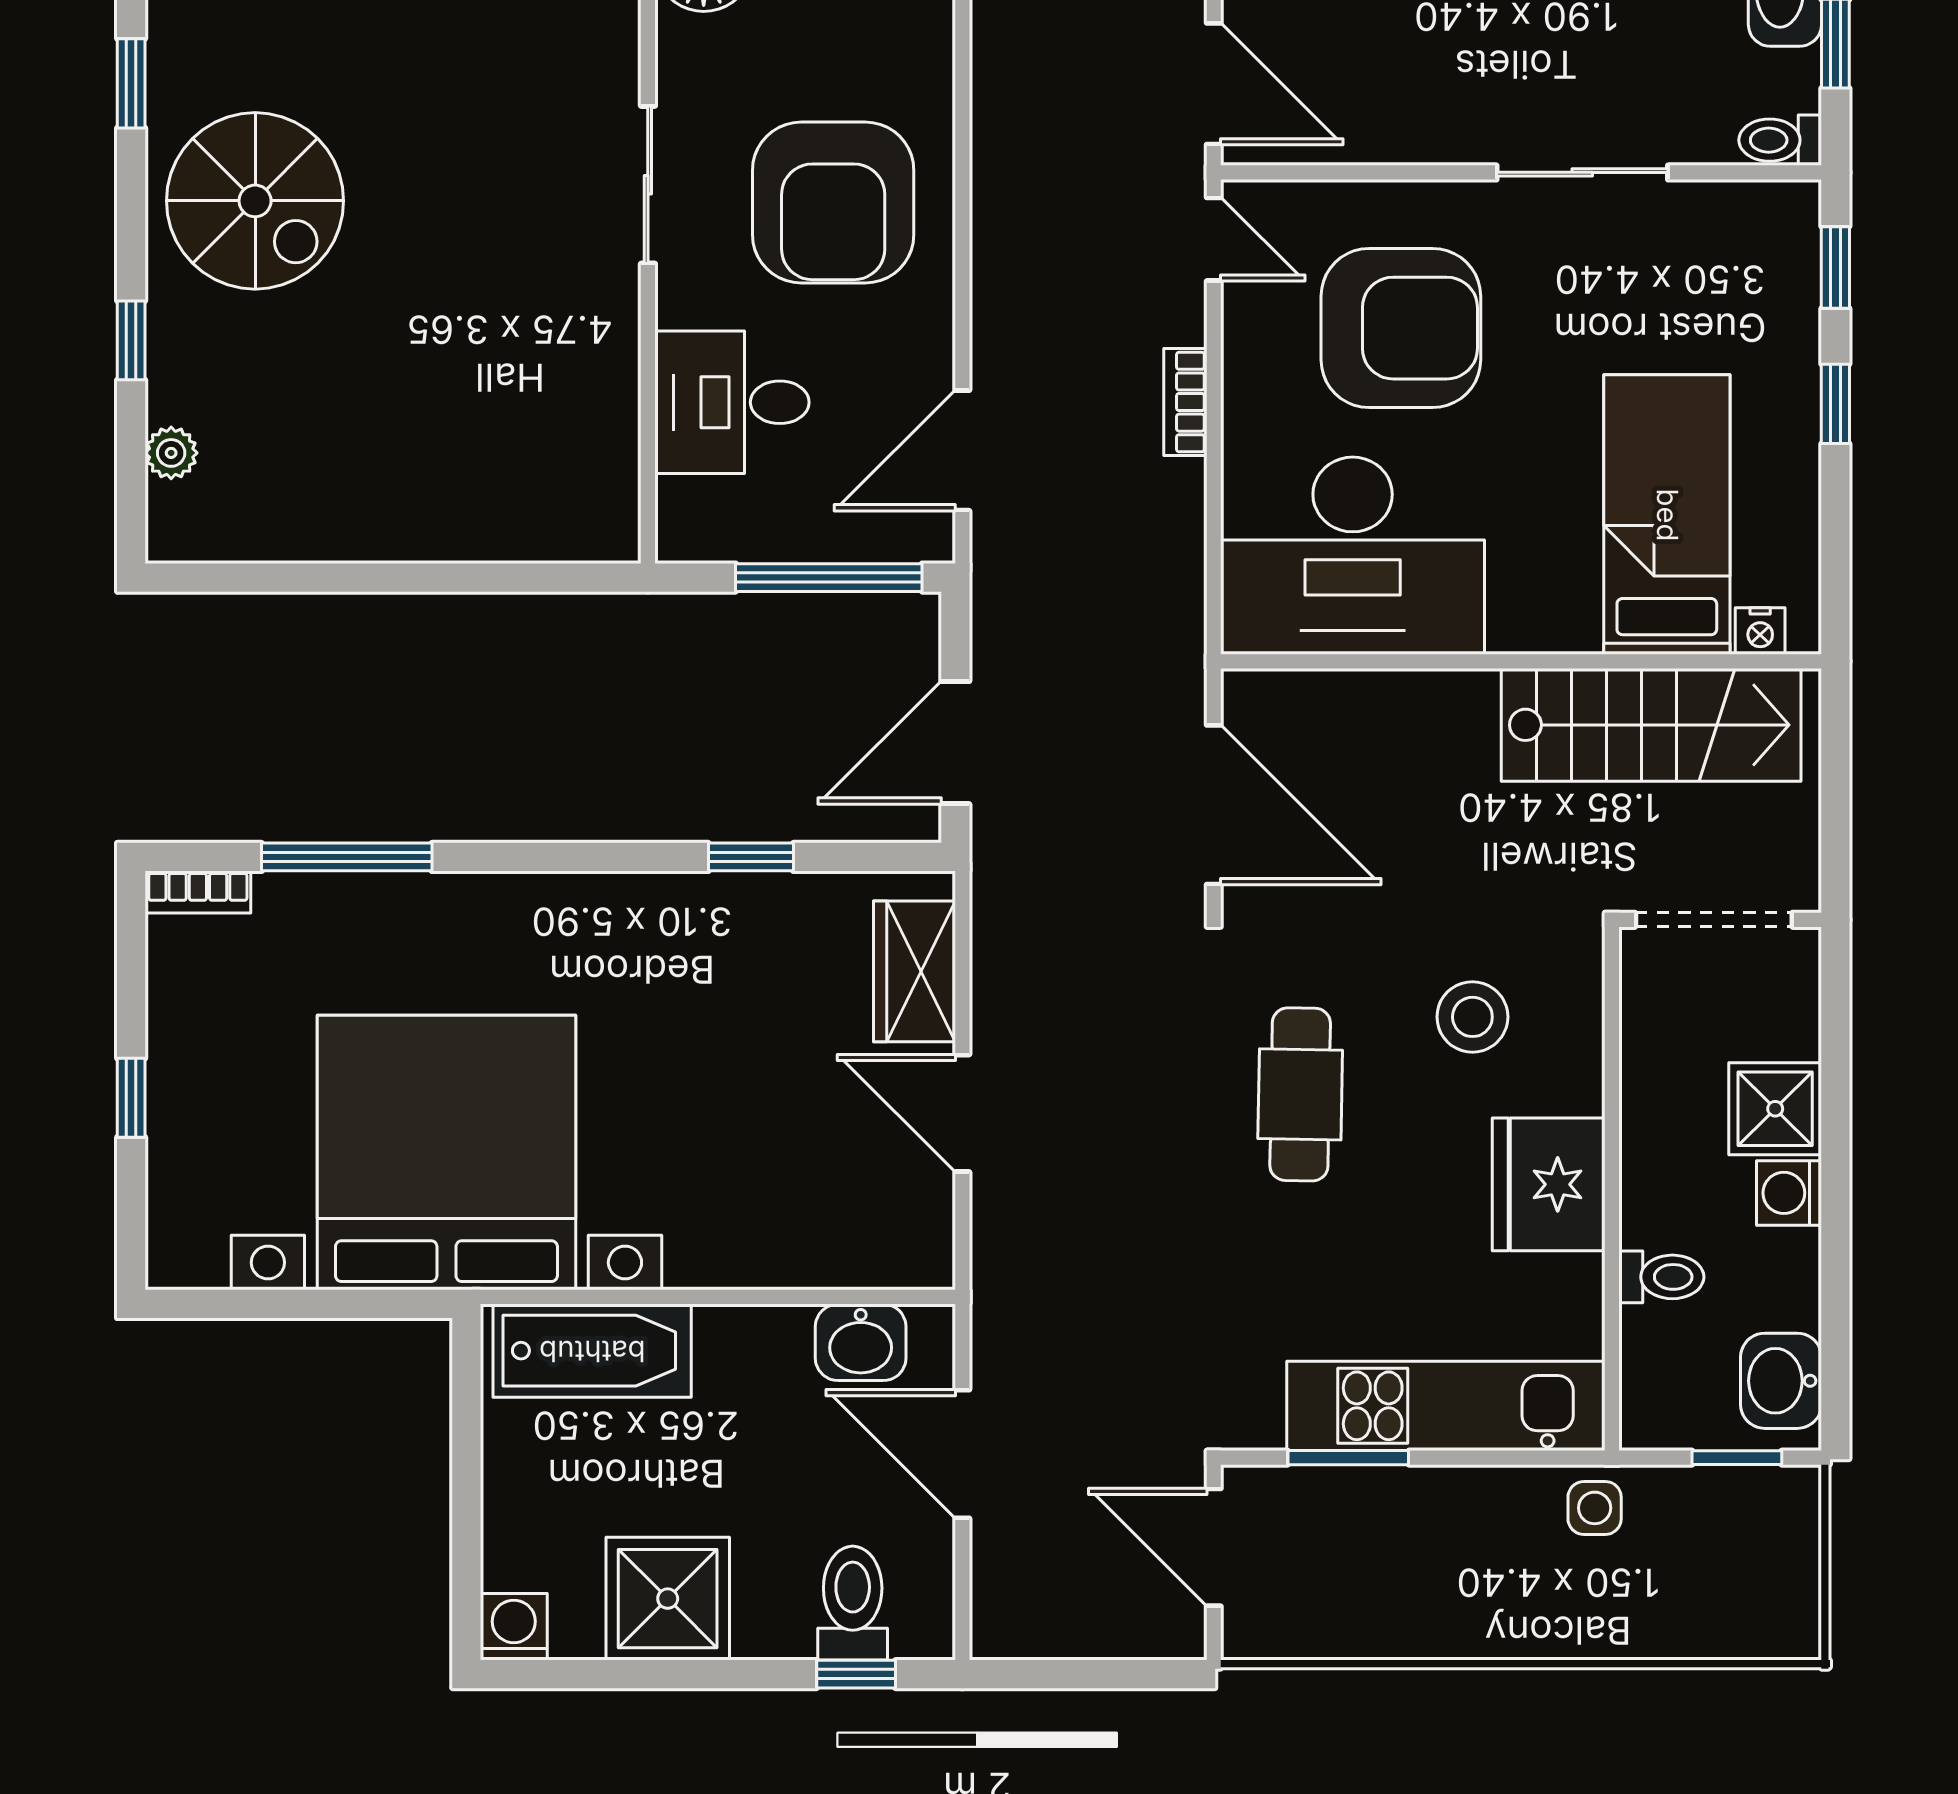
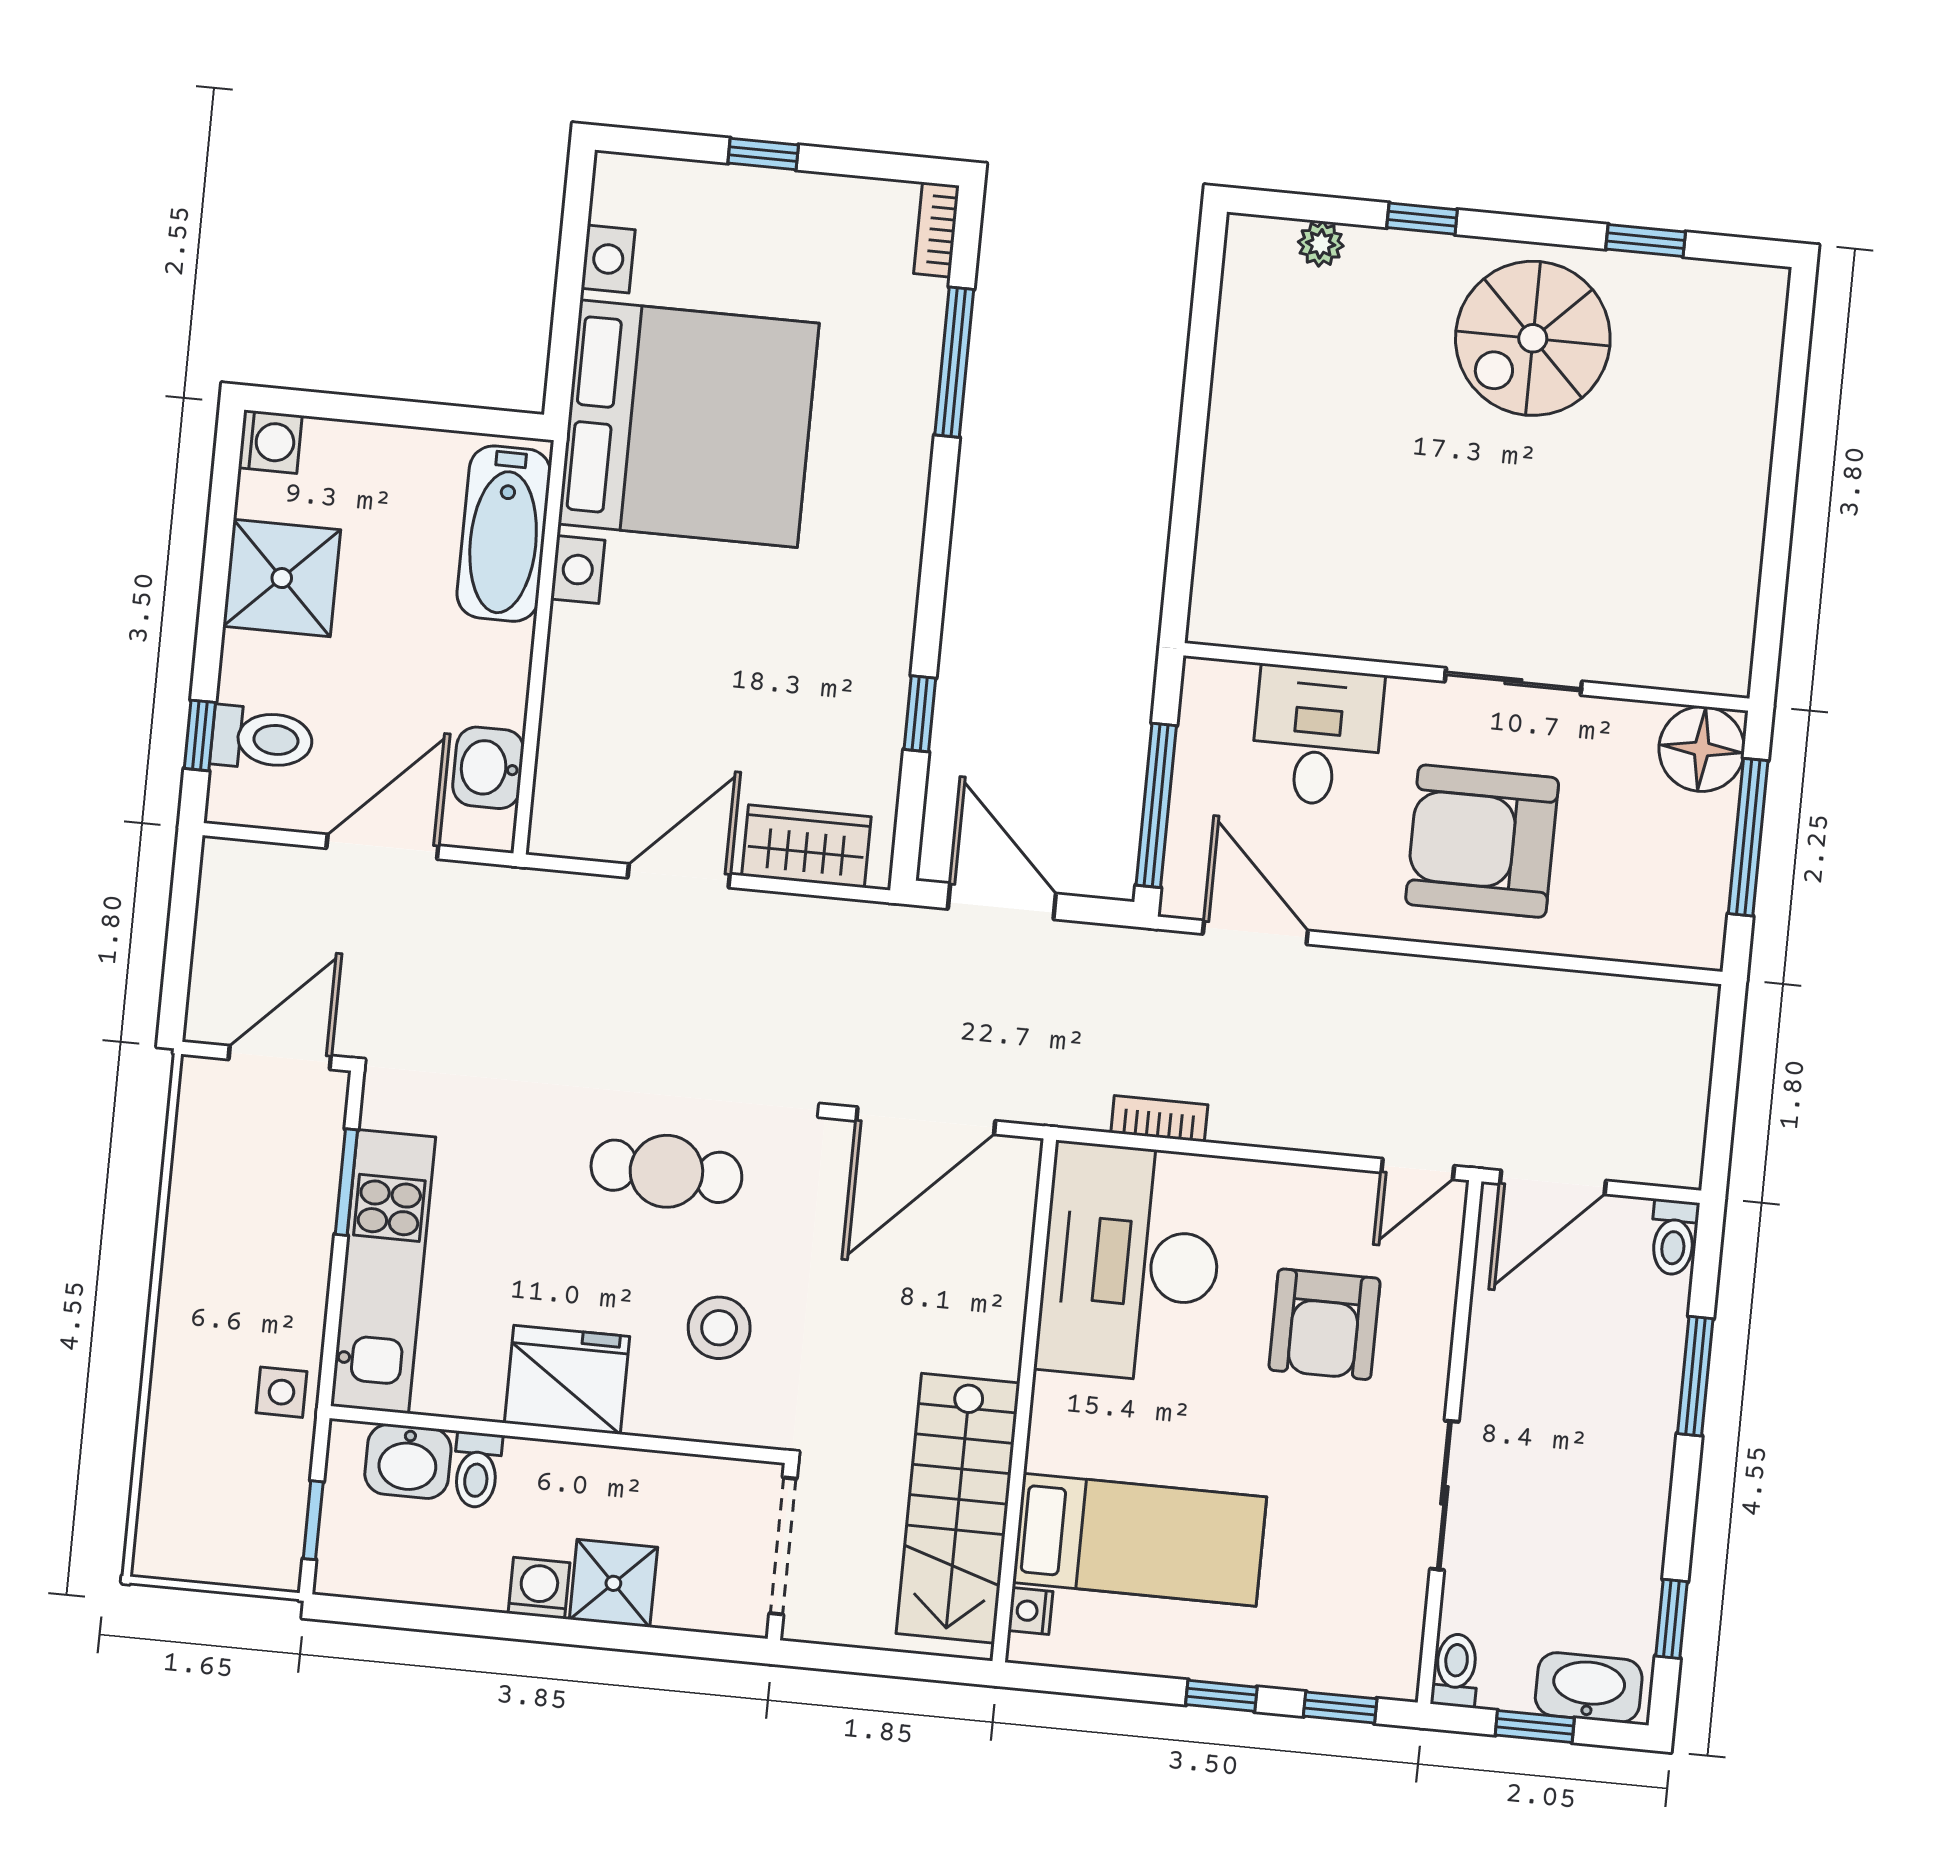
armchair: (1401, 328) -> (1324, 1324), width x0.73, depth x0.73
bookcase: (1185, 402) -> (1159, 1119), moved
washbasin: (1781, 1381) -> (408, 1461), moved, turned 180

